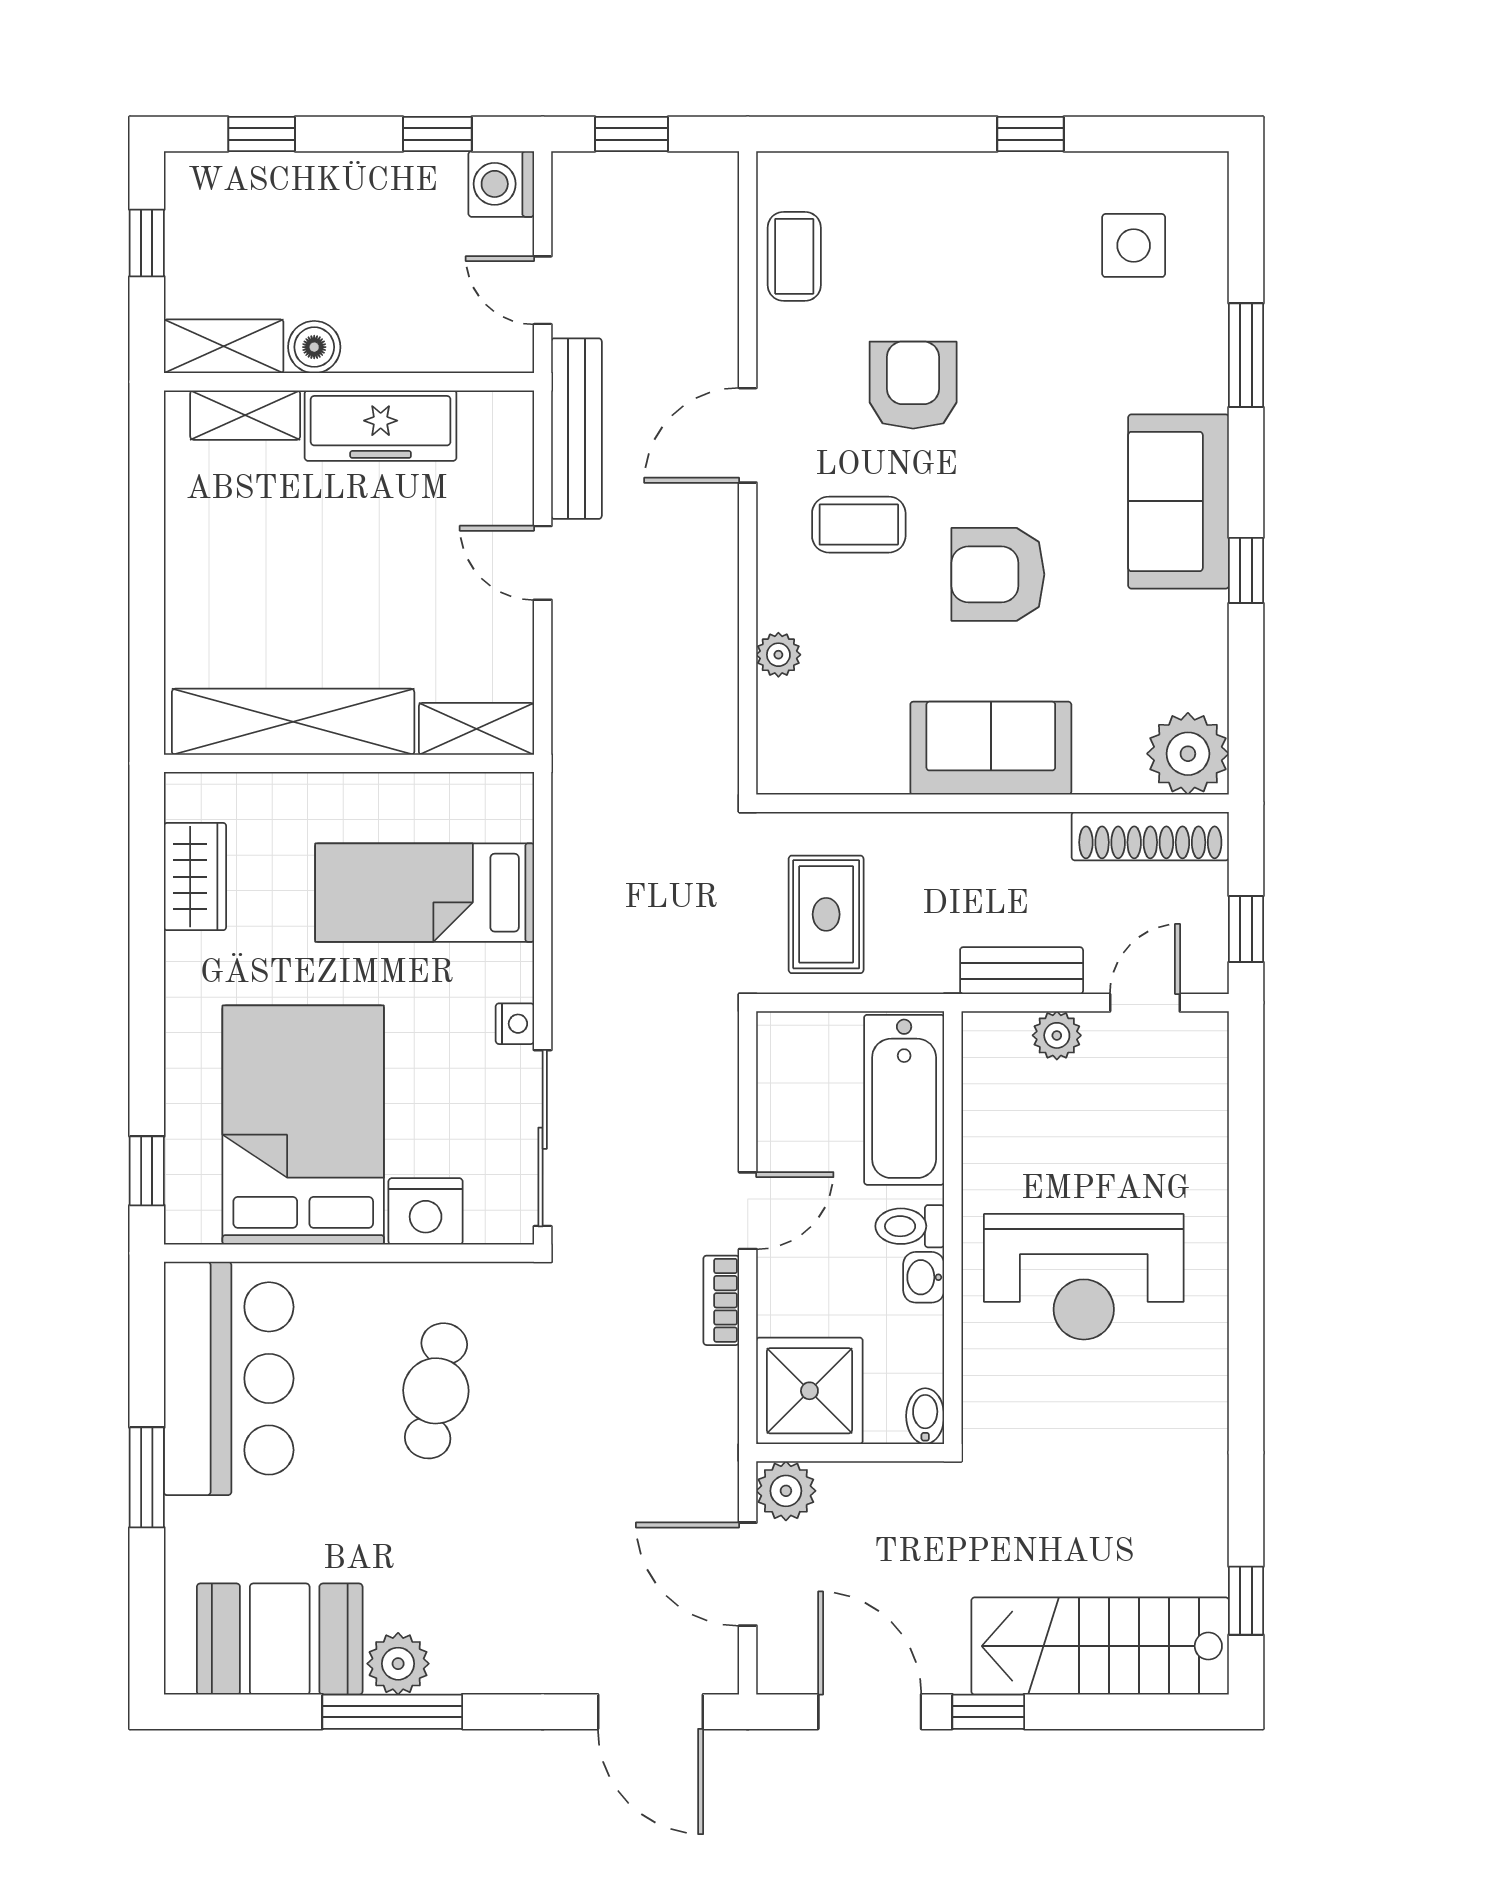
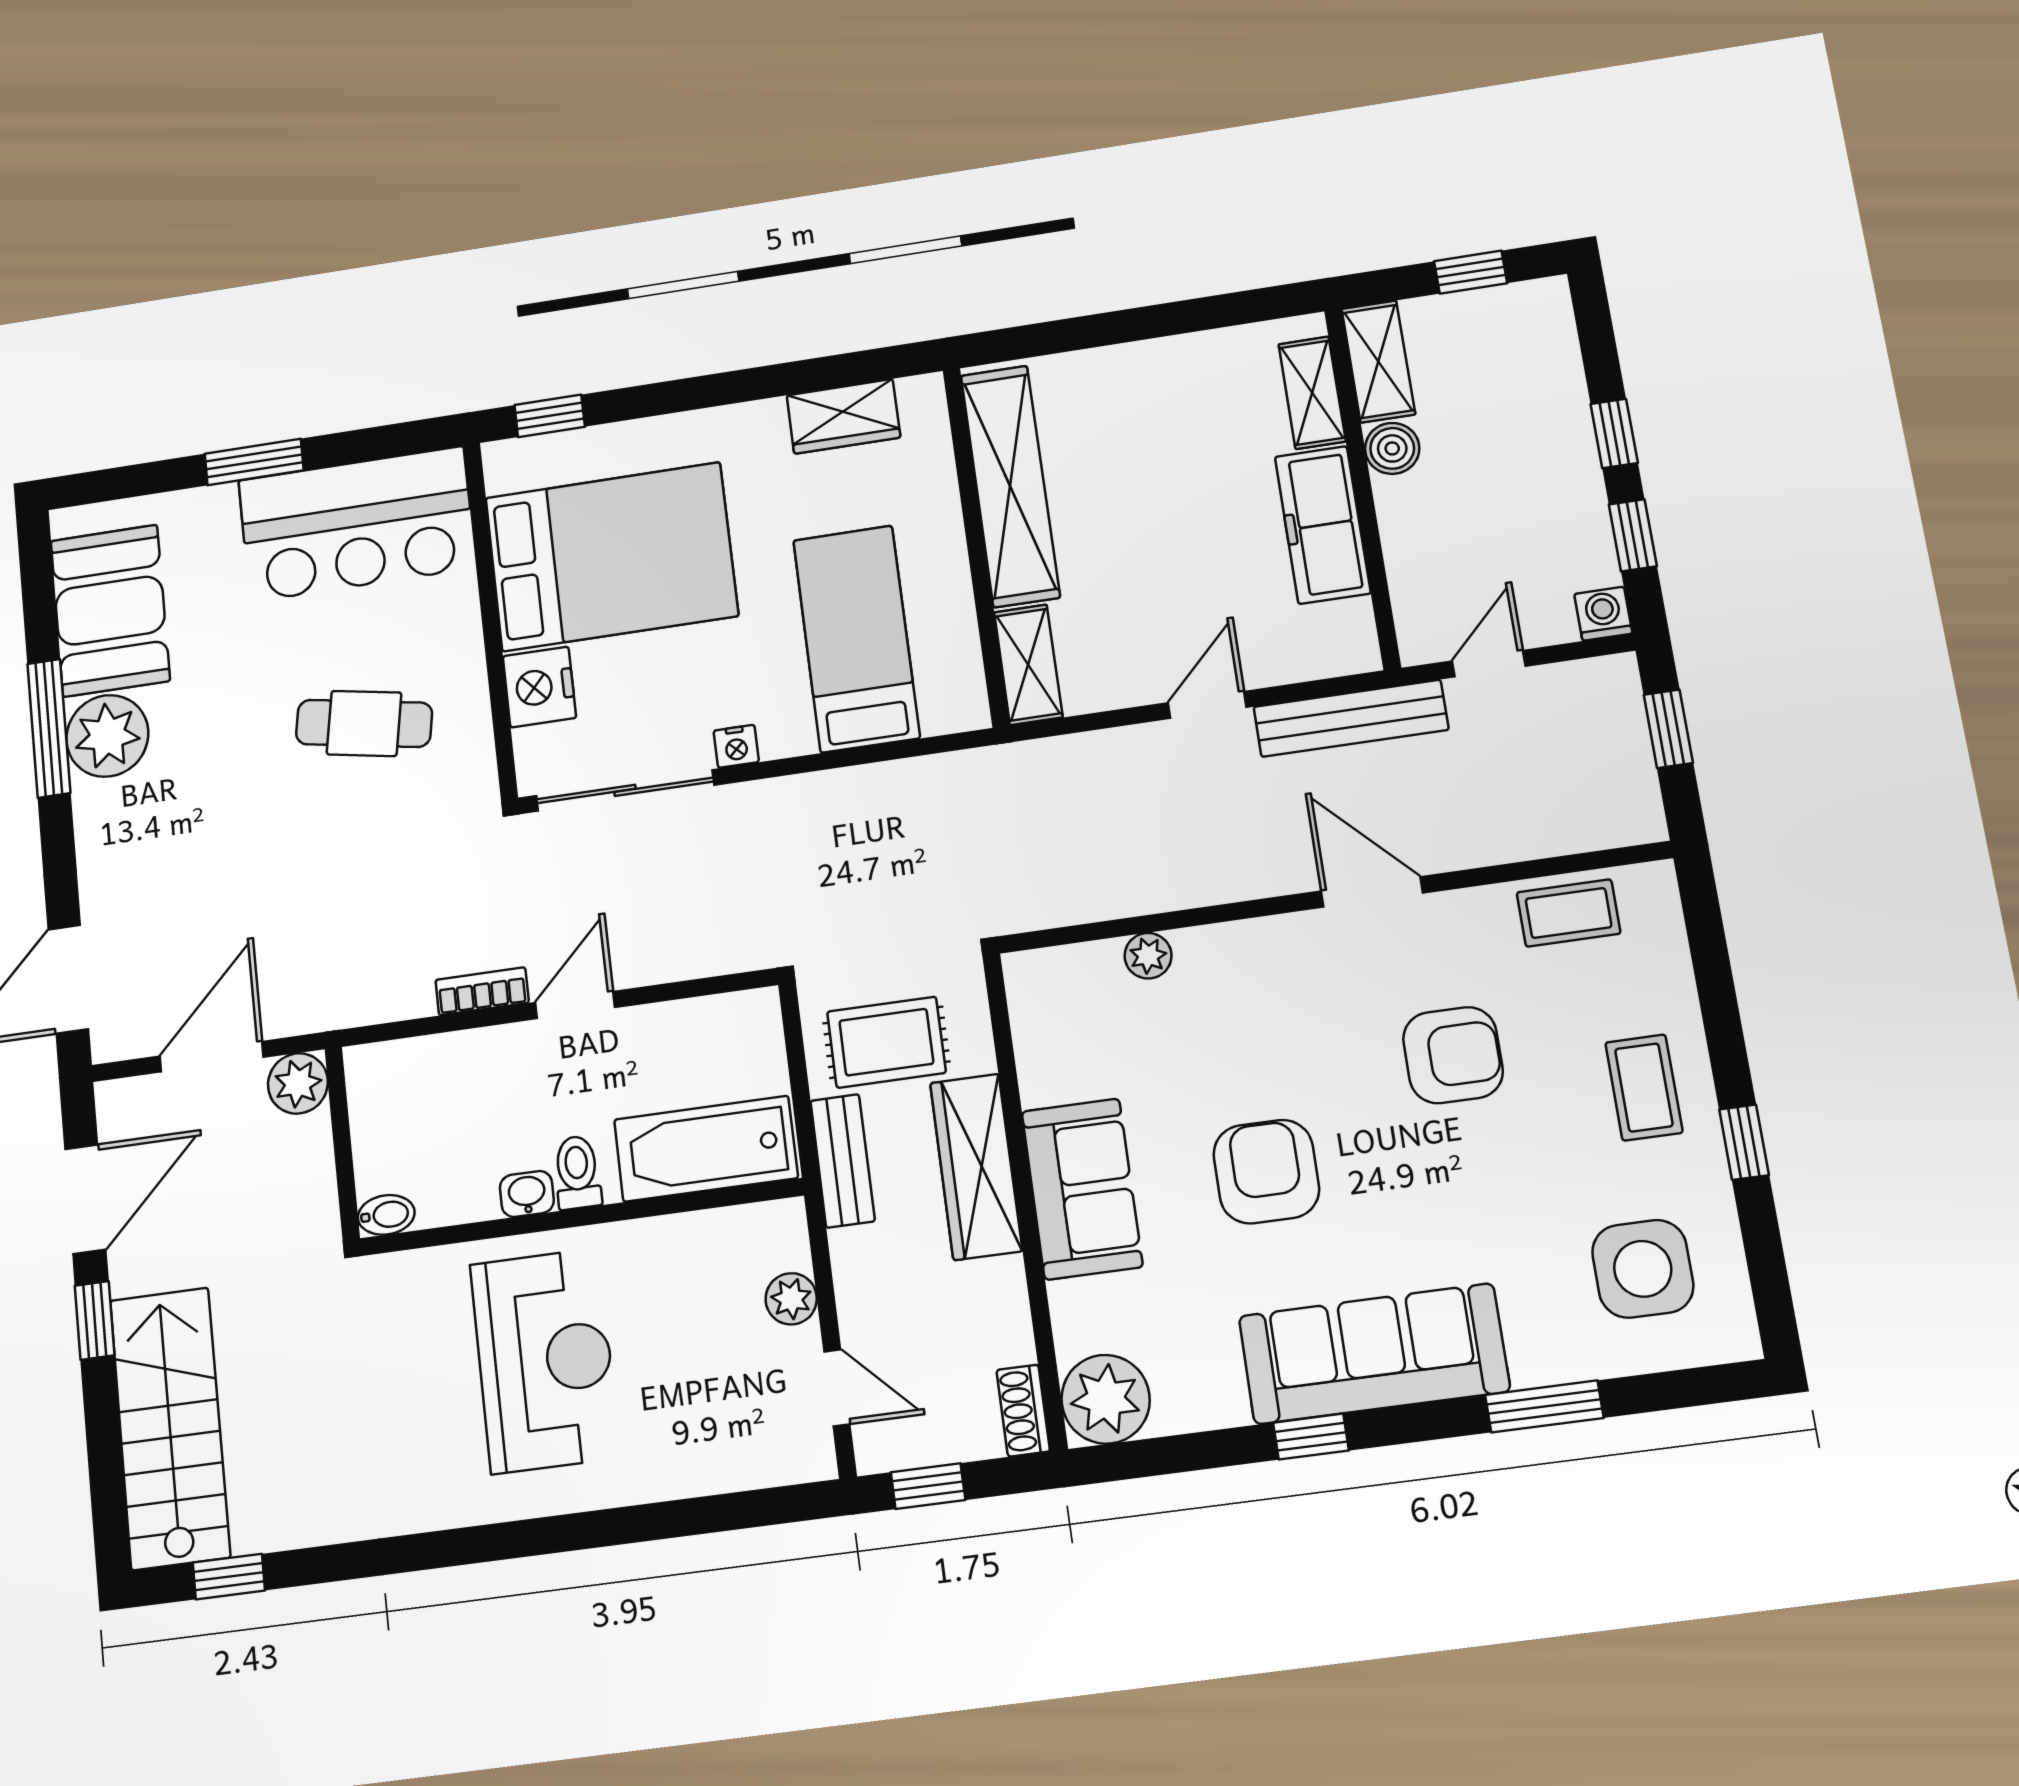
window: (262, 134) -> (1614, 433), moved
washing machine: (501, 184) -> (1603, 614), width x0.73, depth x0.73
side table: (1134, 245) -> (1643, 1269), width x1.37, depth x1.37
sofa: (1179, 501) -> (1374, 1354), width x1.36
coffee table: (859, 525) -> (1644, 1088), moved
shoe rack: (1150, 836) -> (1023, 1411), width x0.51, depth x0.81
wardrobe: (956, 845) -> (976, 1167), added
bench: (1022, 971) -> (843, 1161), moved
door: (748, 1211) -> (575, 1005), swing flipped
reception desk: (1084, 1277) -> (545, 1361), turned 180
shower: (809, 1391) -> (400, 1093), removed
plant: (398, 1664) -> (107, 736), width x1.36, depth x1.36

